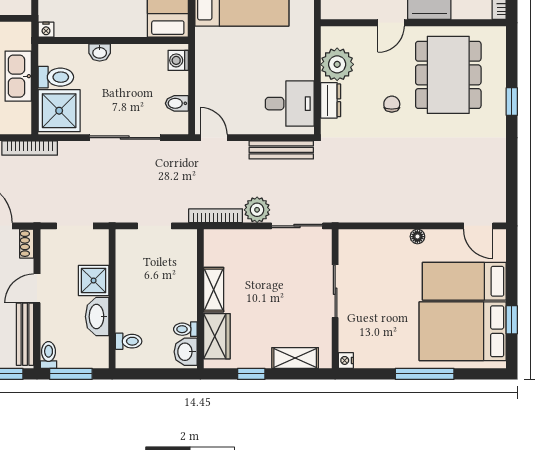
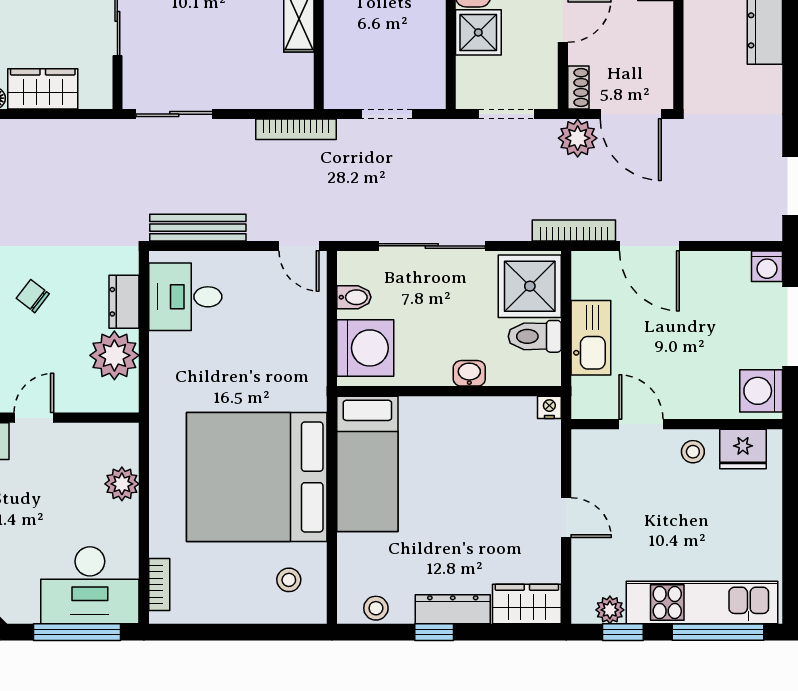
washing machine: (178, 60) -> (365, 348), width x1.89, depth x1.89
chair: (392, 104) -> (33, 296), turned 128
plant: (257, 210) -> (578, 138), moved
wardrobe: (385, 243) -> (43, 89), added

